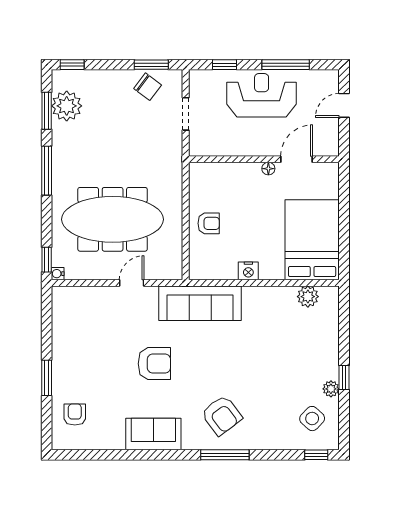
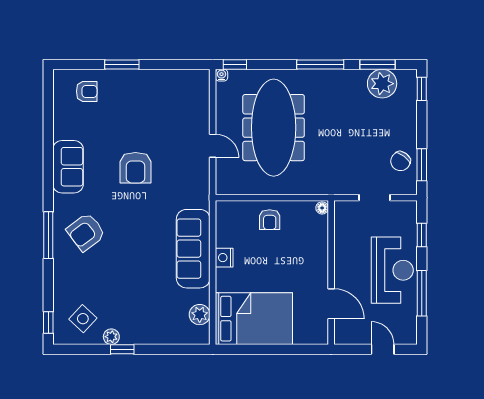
floor lamp: (268, 169) -> (322, 208), moved
sofa: (200, 303) -> (193, 249), moved

